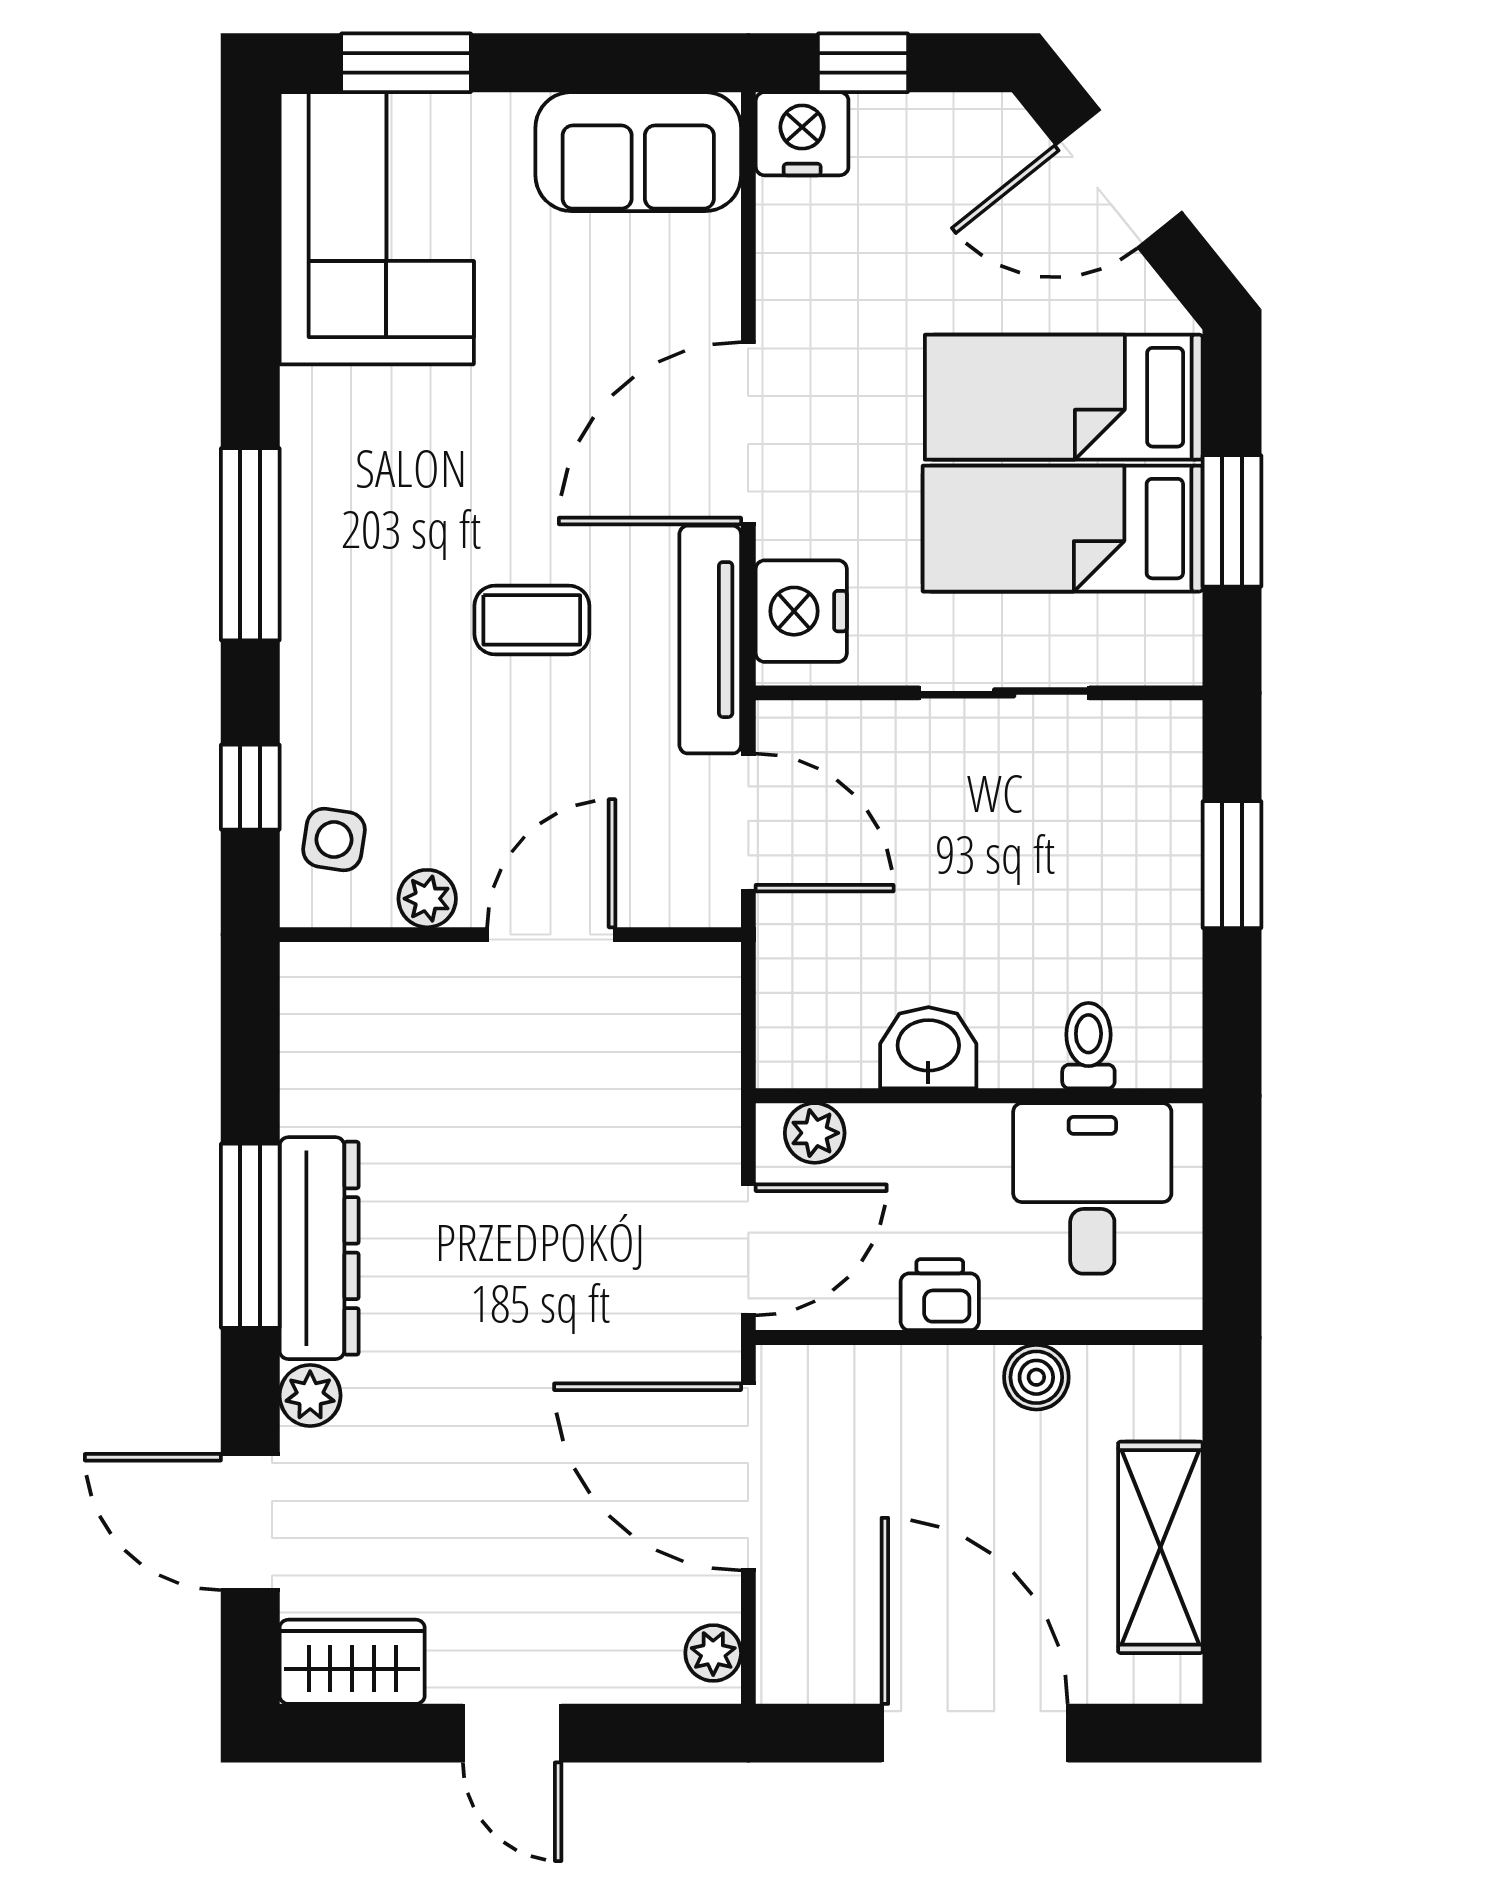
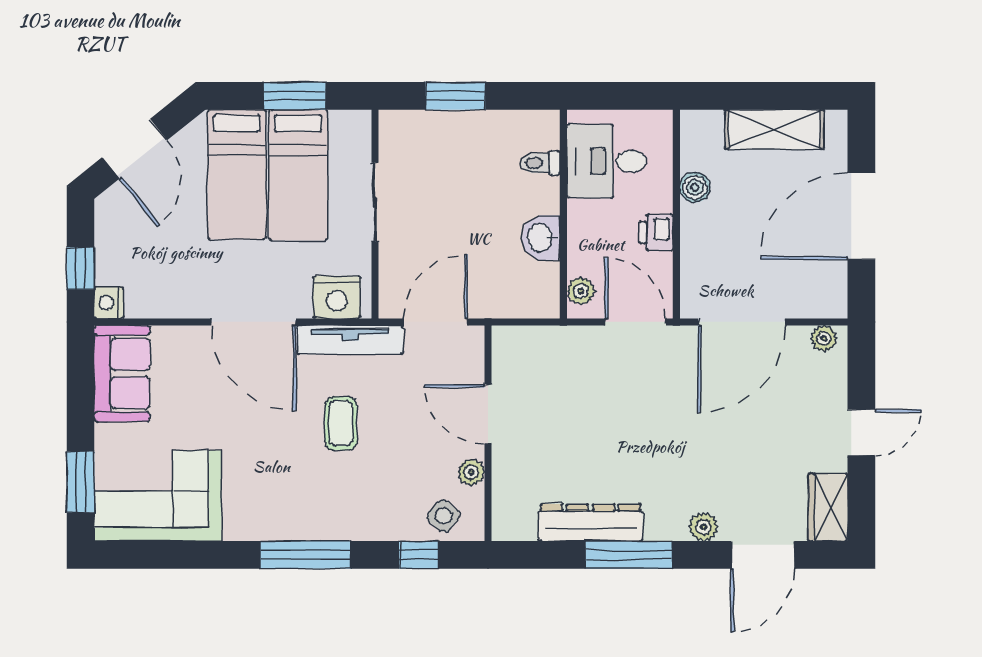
nightstand: (802, 134) -> (109, 303), width x0.74, depth x0.75
side table: (334, 840) -> (444, 516), turned 31
dresser: (319, 1248) -> (590, 523), moved

